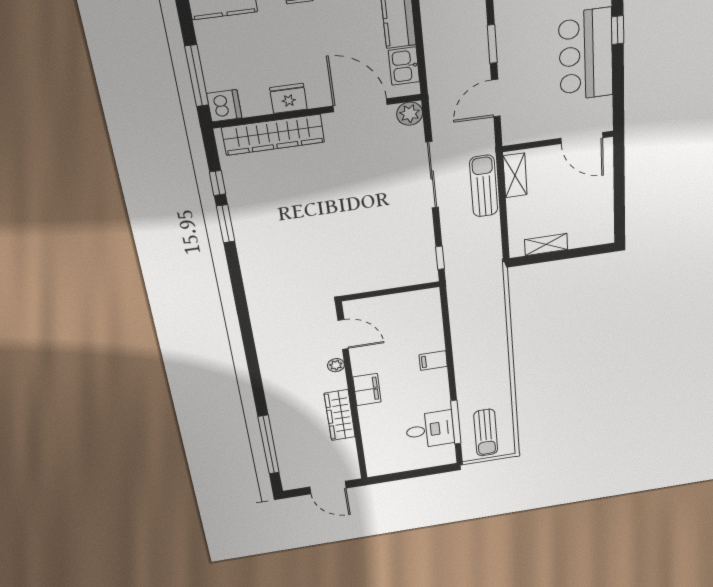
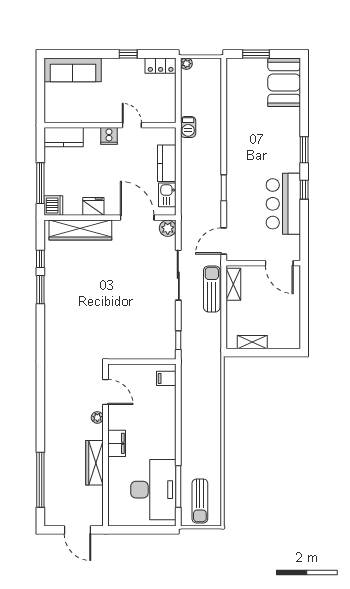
door: (496, 98) -> (224, 241), moved
filing cabinet: (433, 361) -> (166, 378), moved
desk: (430, 430) -> (153, 490), width x1.87, depth x1.30

